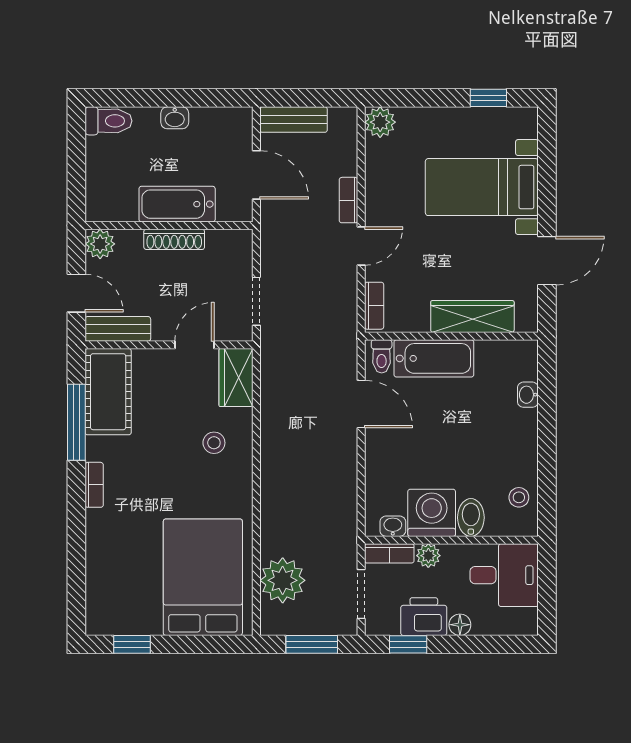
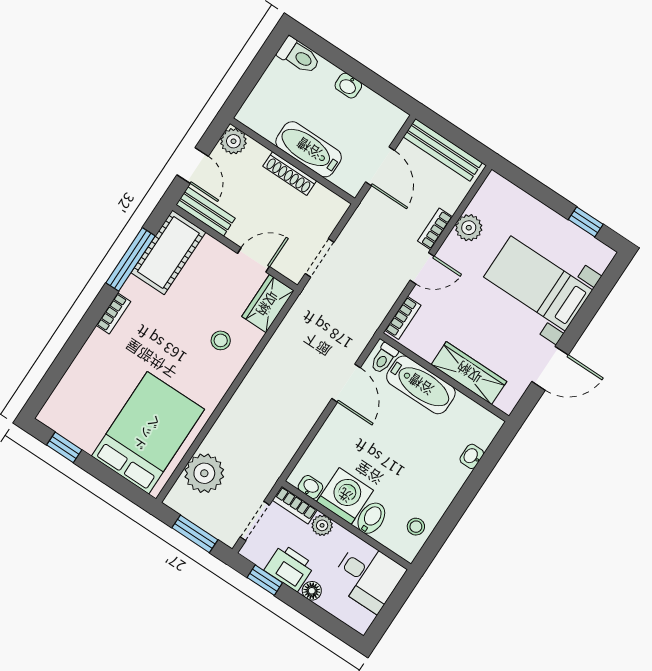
bench: (294, 120) -> (443, 150), width x1.36
plant: (380, 122) -> (469, 228), moved

